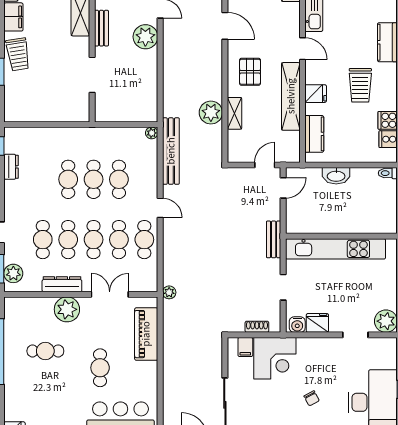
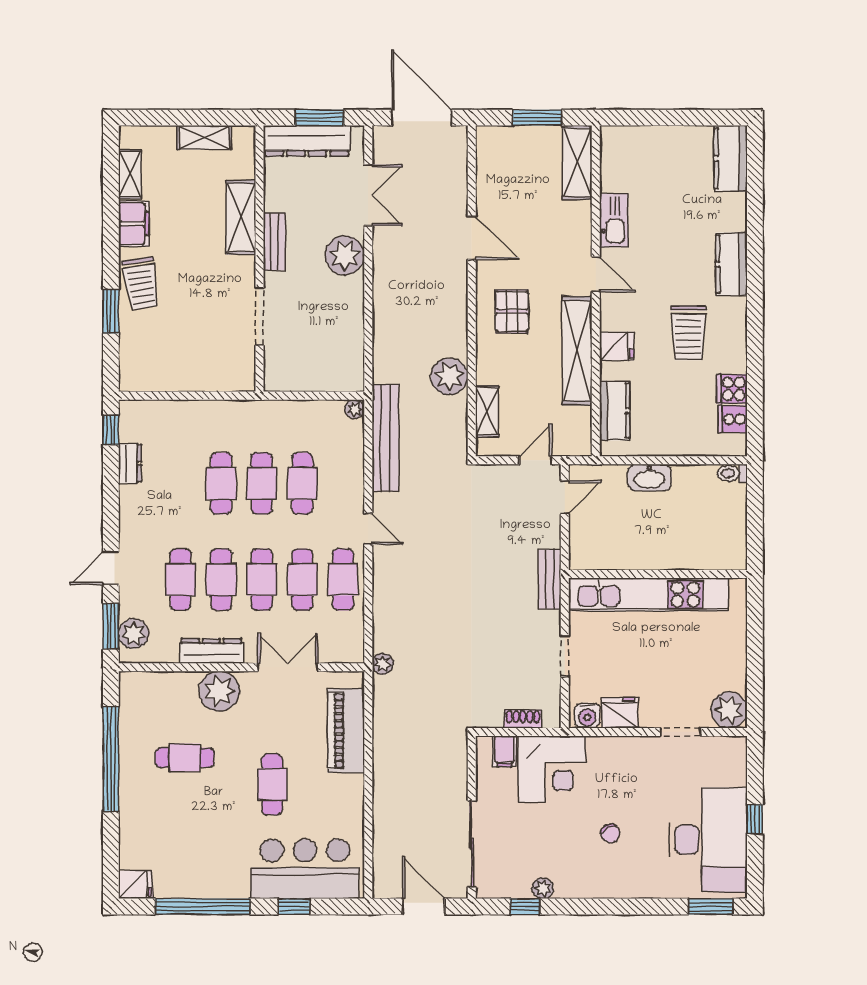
shelving: (234, 113) -> (487, 411), moved

